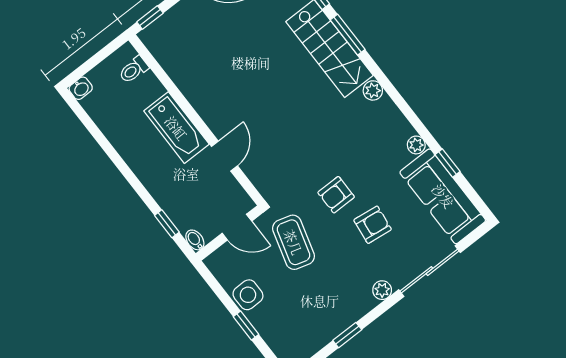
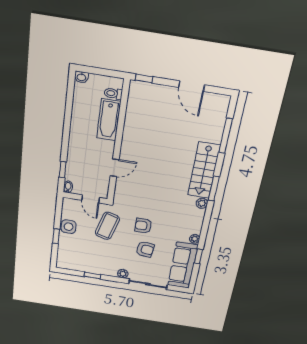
window: (348, 35) -> (214, 188), moved
bathtub: (176, 128) -> (109, 120), moved

